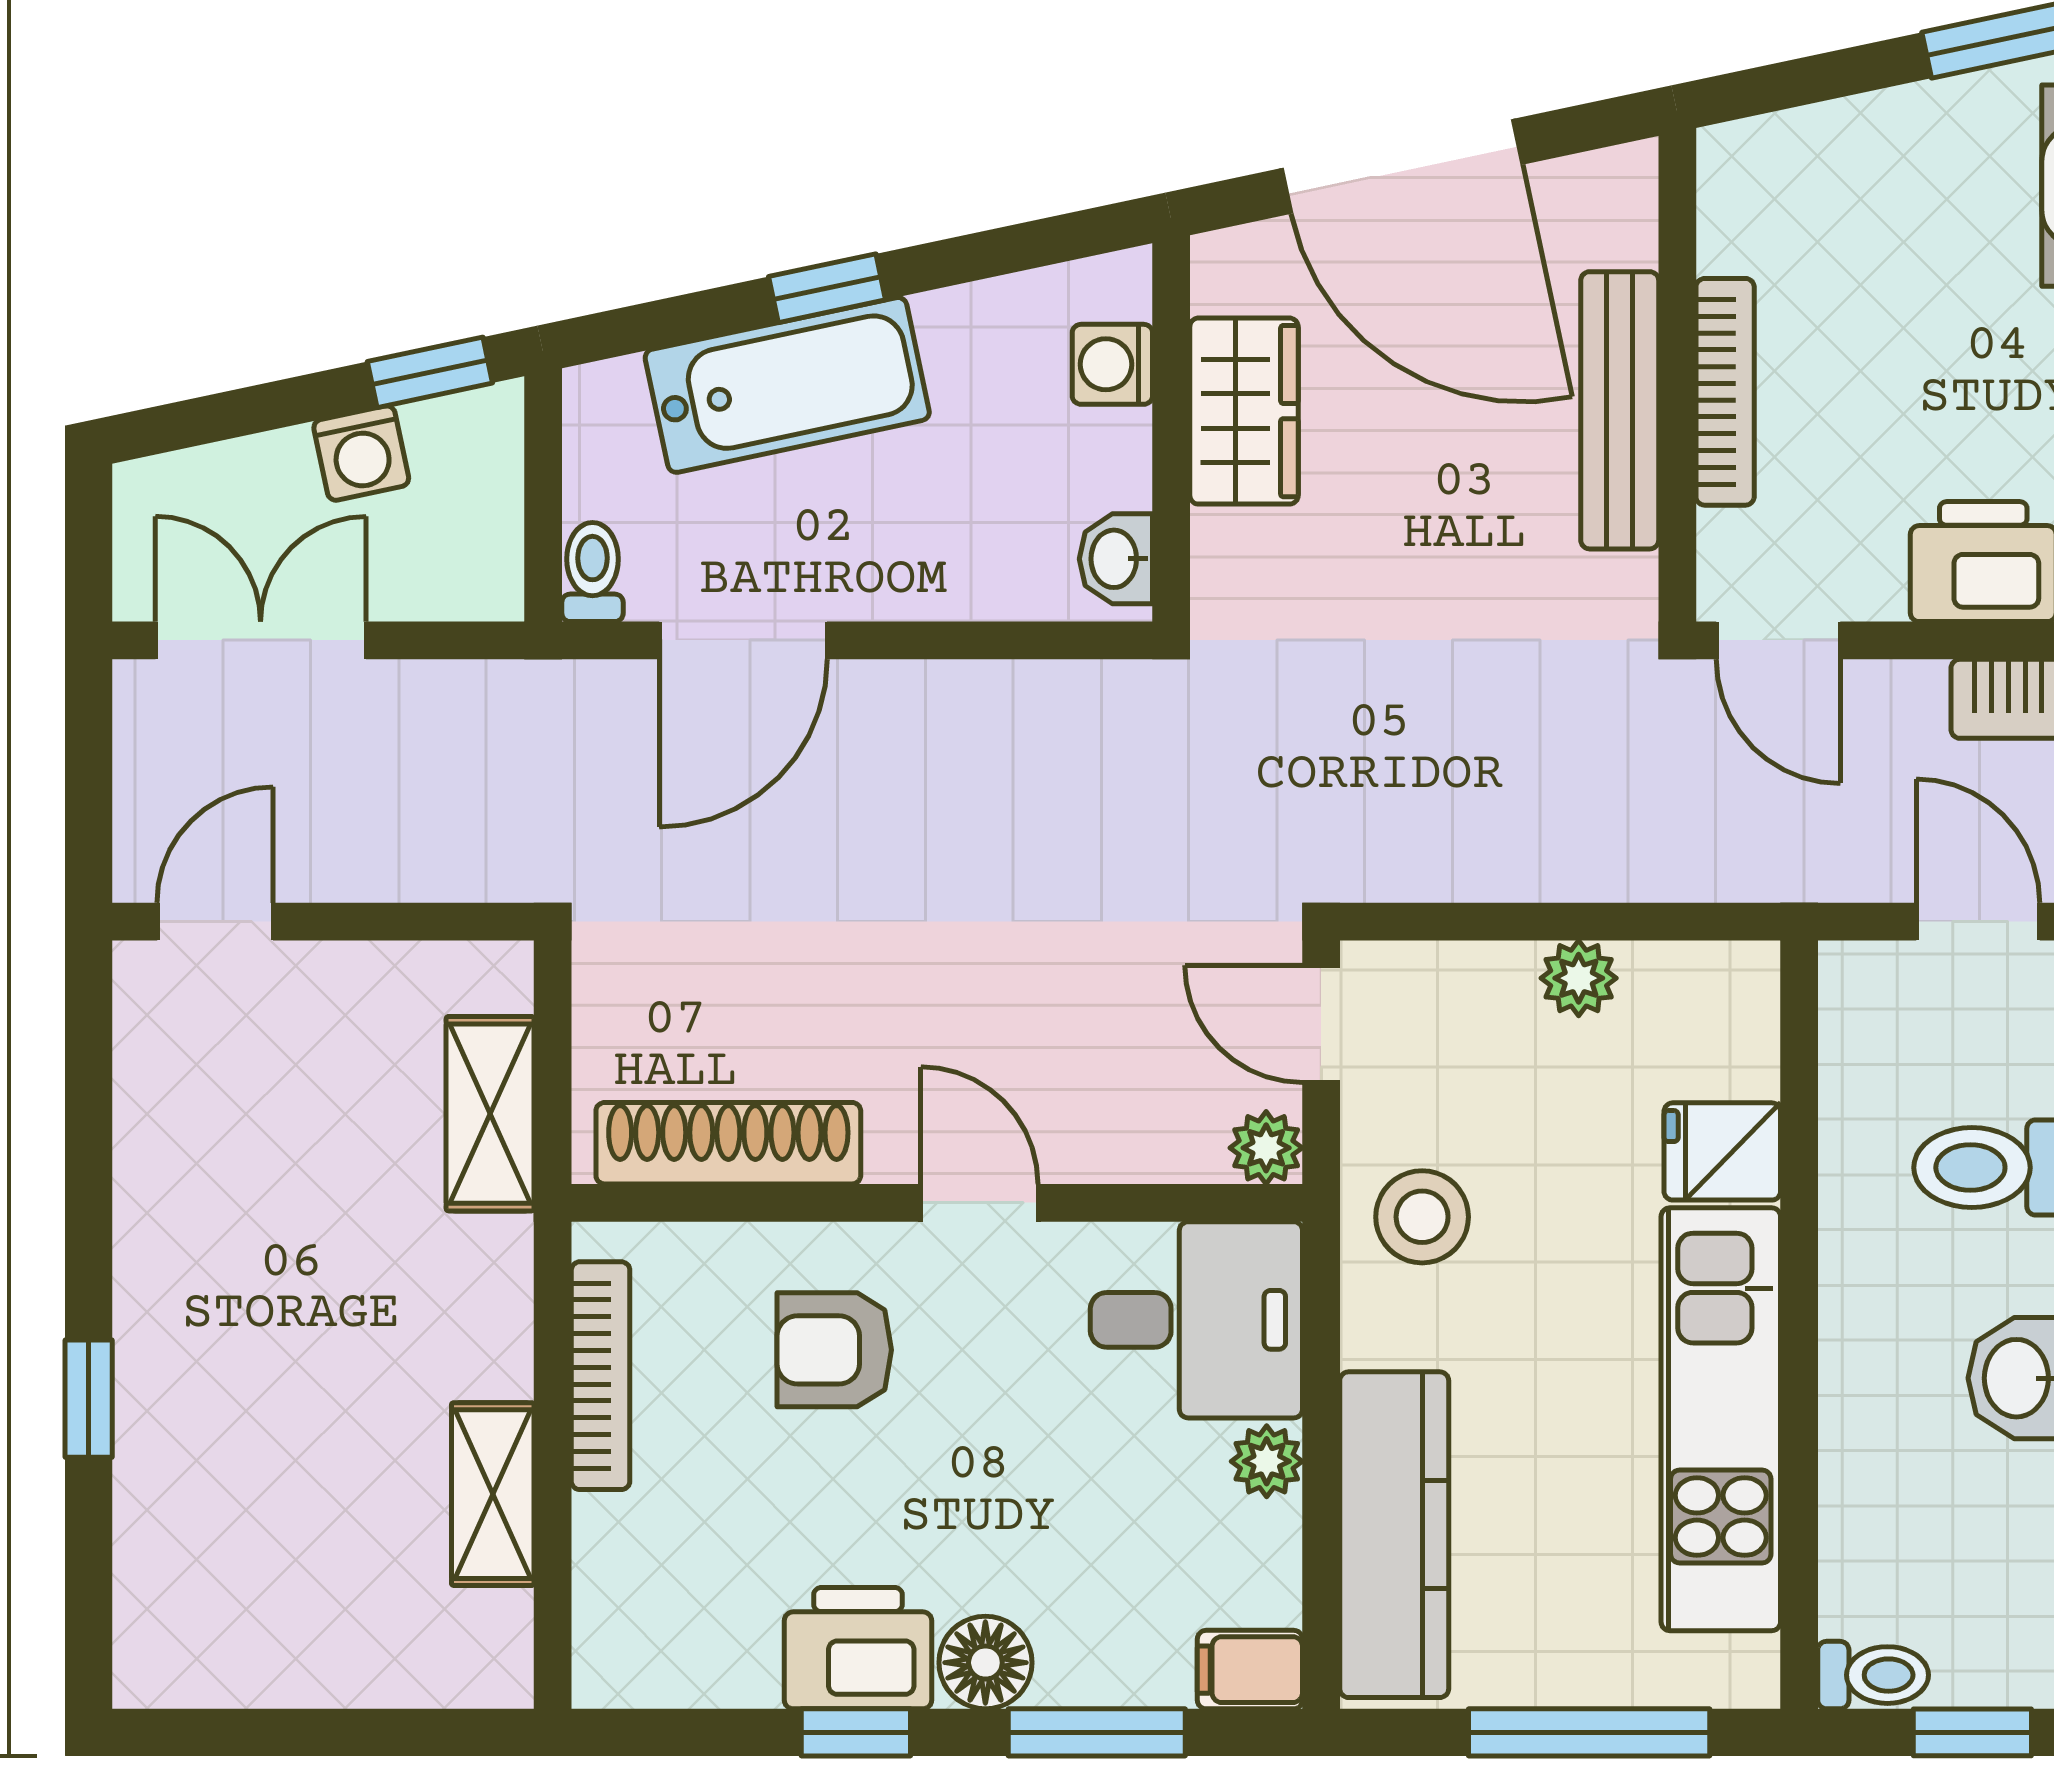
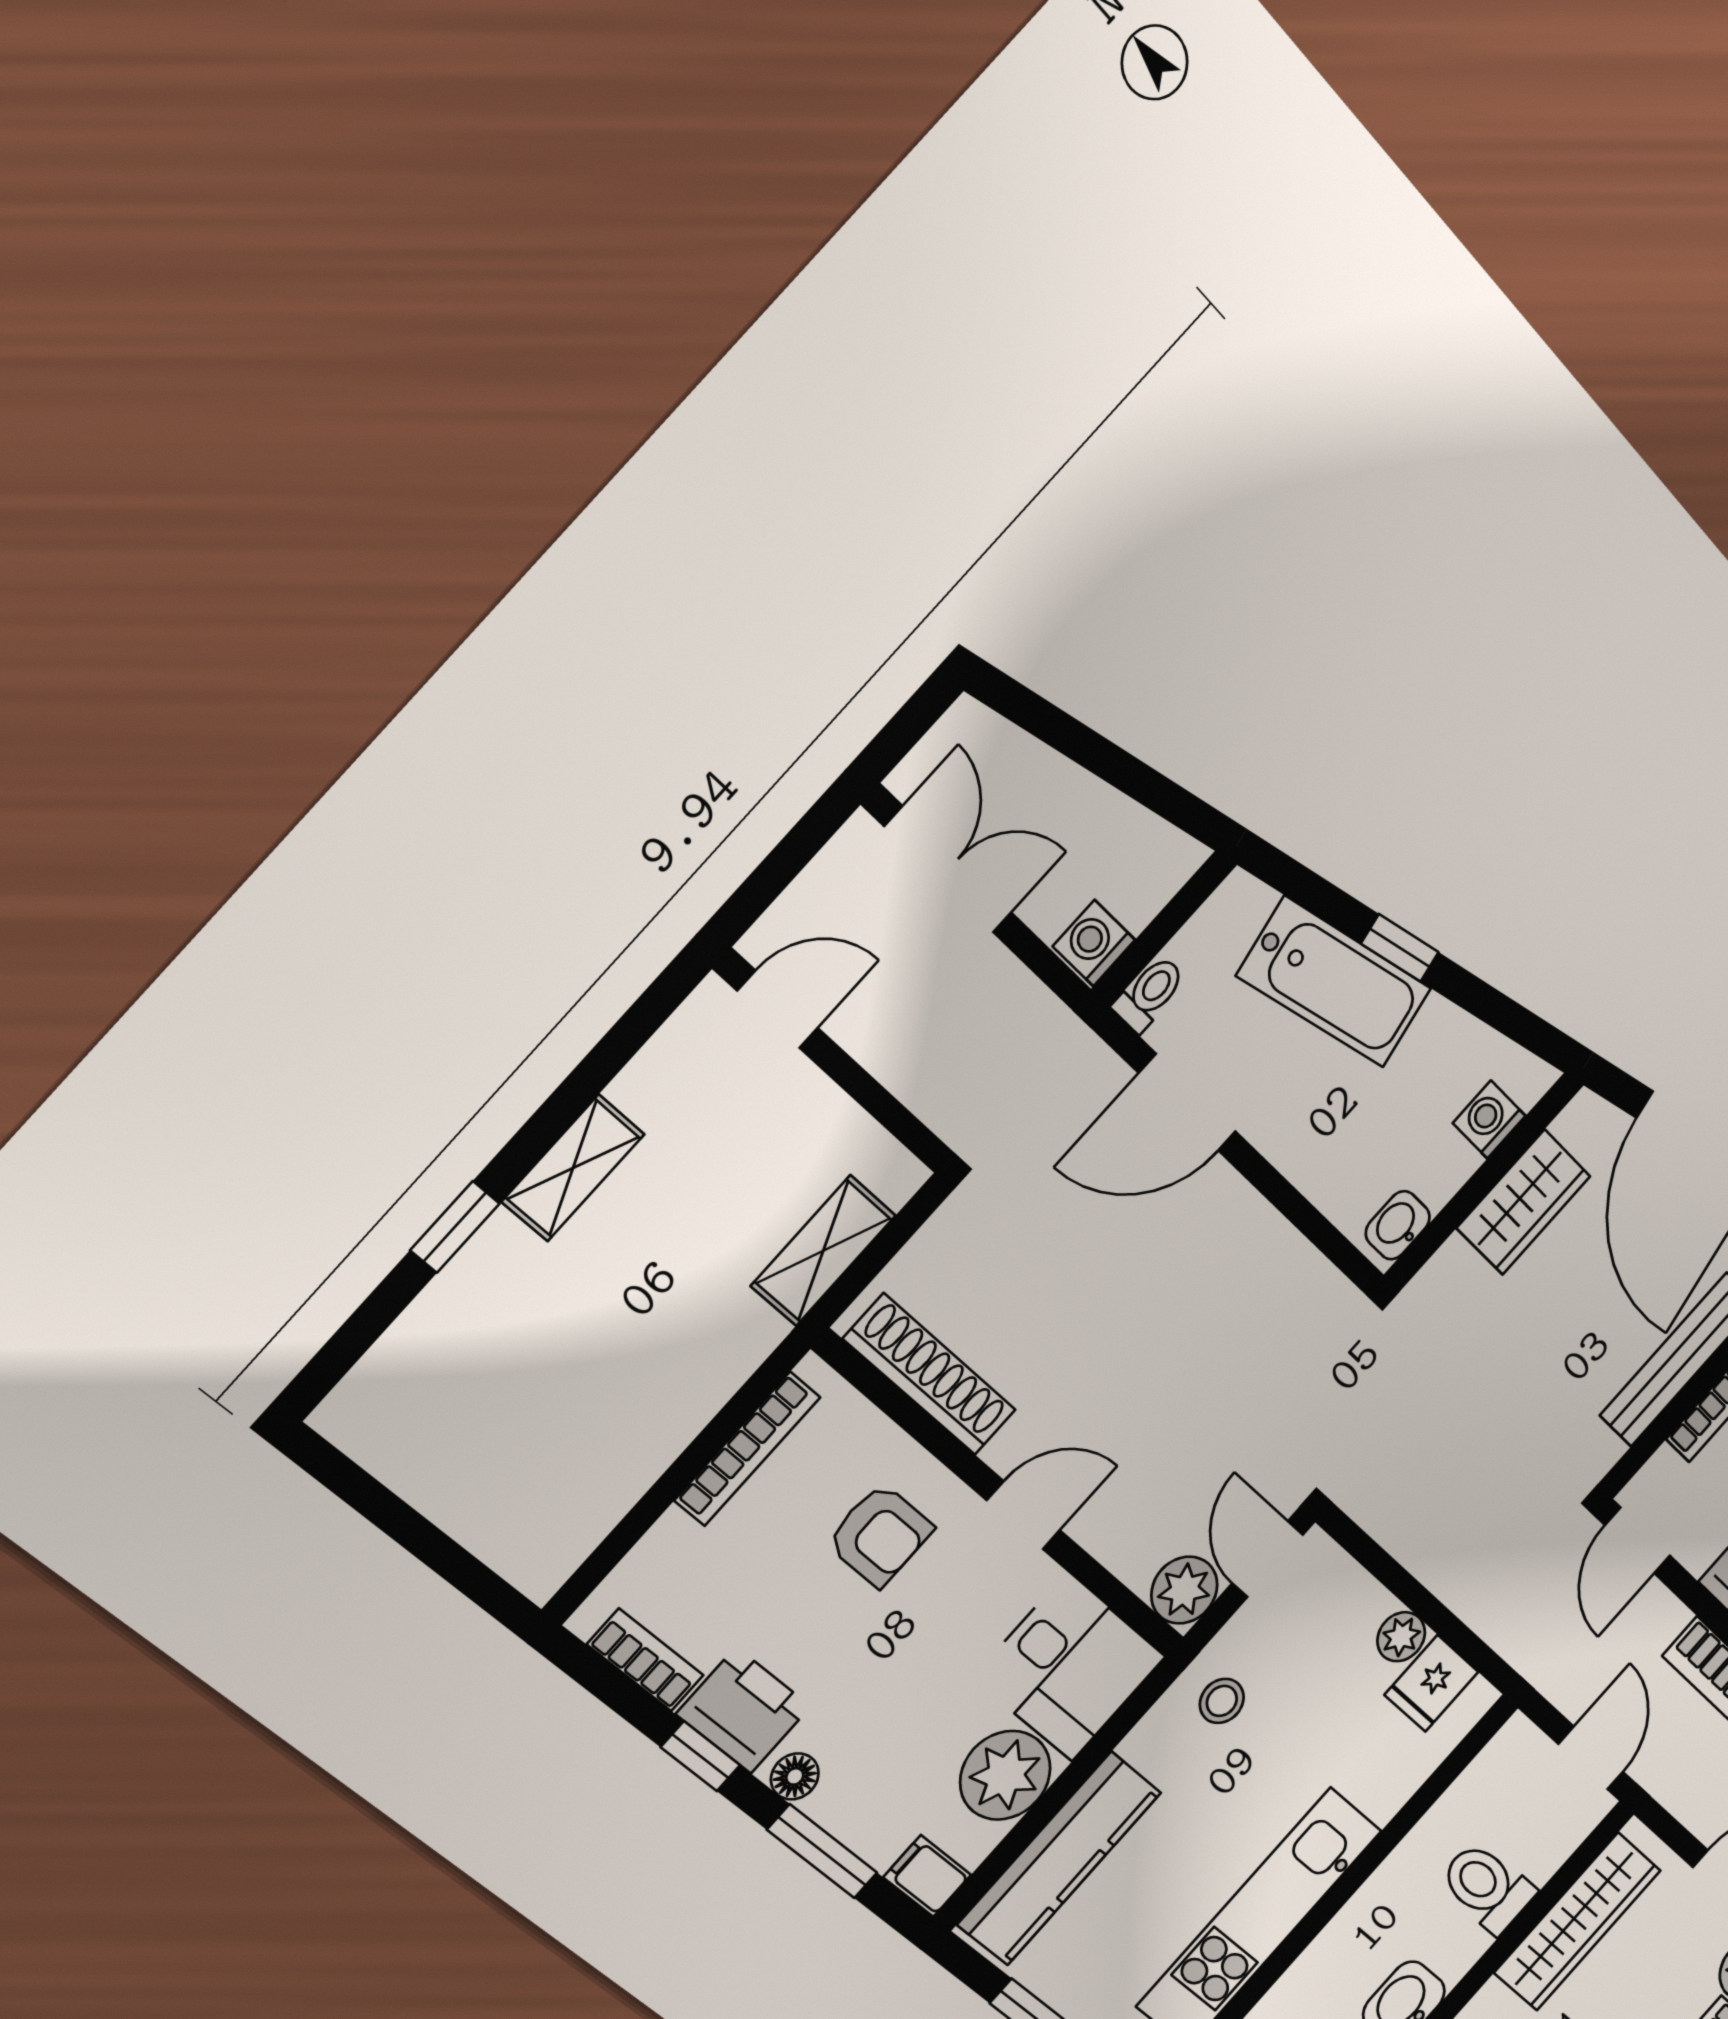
window: (430, 372) -> (1171, 802), removed
washing machine: (361, 453) -> (1094, 943), moved, turned 102
plant: (1266, 1148) -> (1184, 1590), width x1.38, depth x1.38
fridge: (1722, 1151) -> (1431, 1683), moved, turned -90
door: (979, 1203) -> (1023, 1515), hinge flipped
stool: (1422, 1217) -> (1222, 1701), width x0.73, depth x0.73
armchair: (834, 1350) -> (880, 1535), turned 180
plant: (1267, 1461) -> (1005, 1775), width x1.87, depth x1.87
shelving: (493, 1494) -> (573, 1168), moved
floor lamp: (985, 1663) -> (795, 1776), width x0.73, depth x0.73
bookcase: (697, 1677) -> (645, 1660), added

